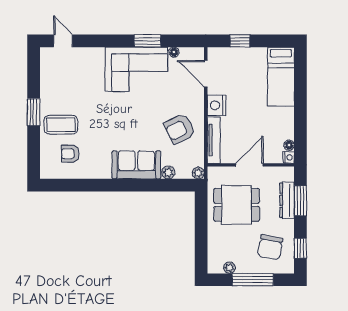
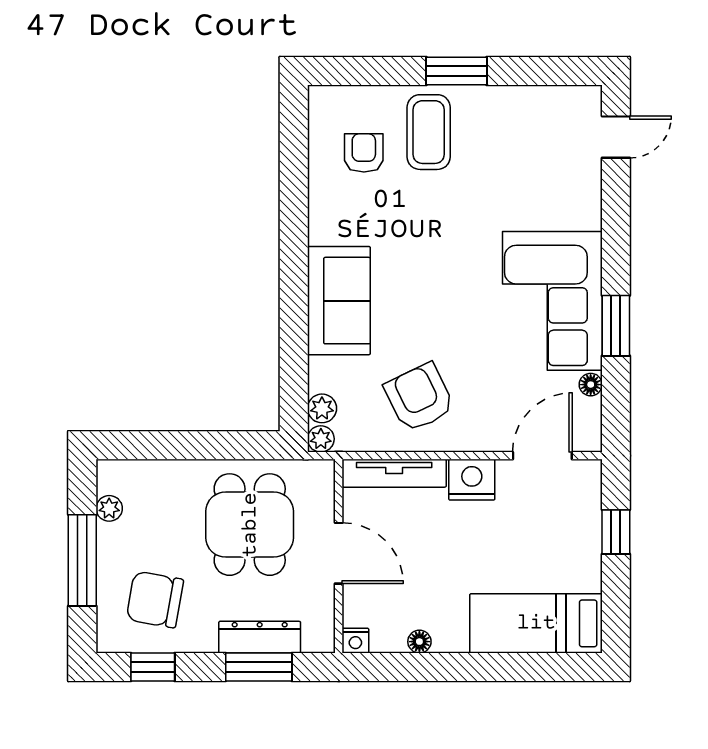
floor lamp: (289, 145) -> (419, 642), moved
plant: (168, 172) -> (322, 408), moved

